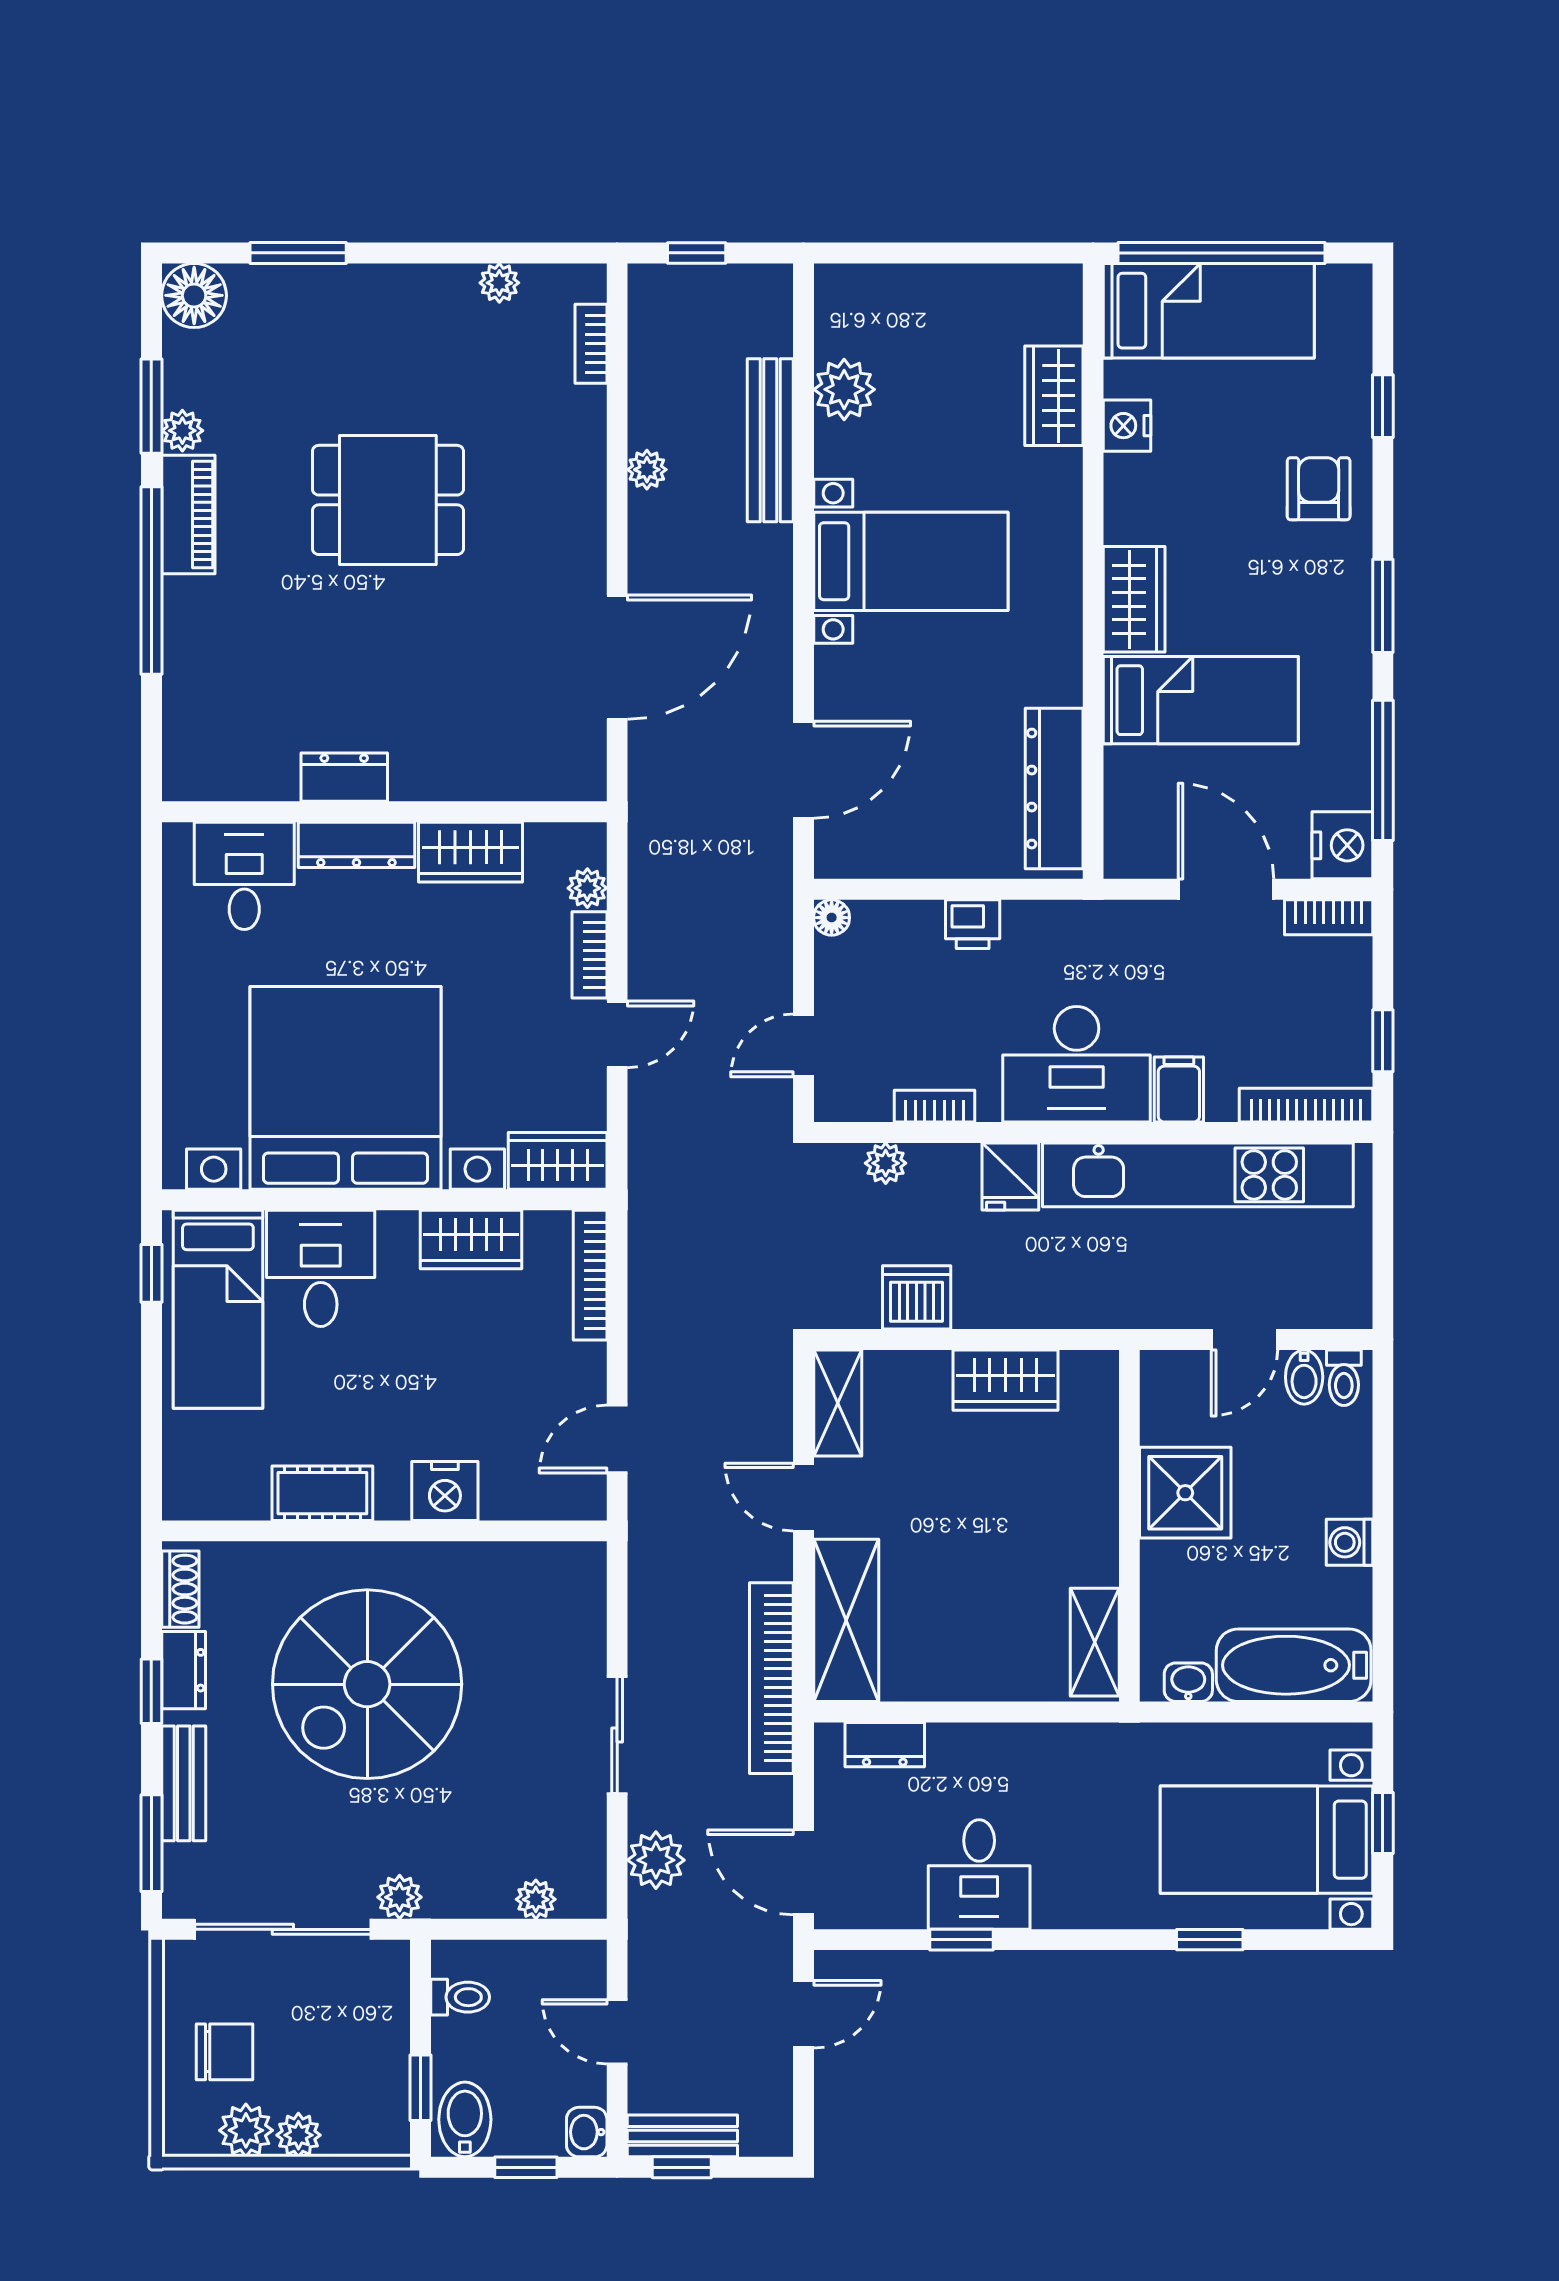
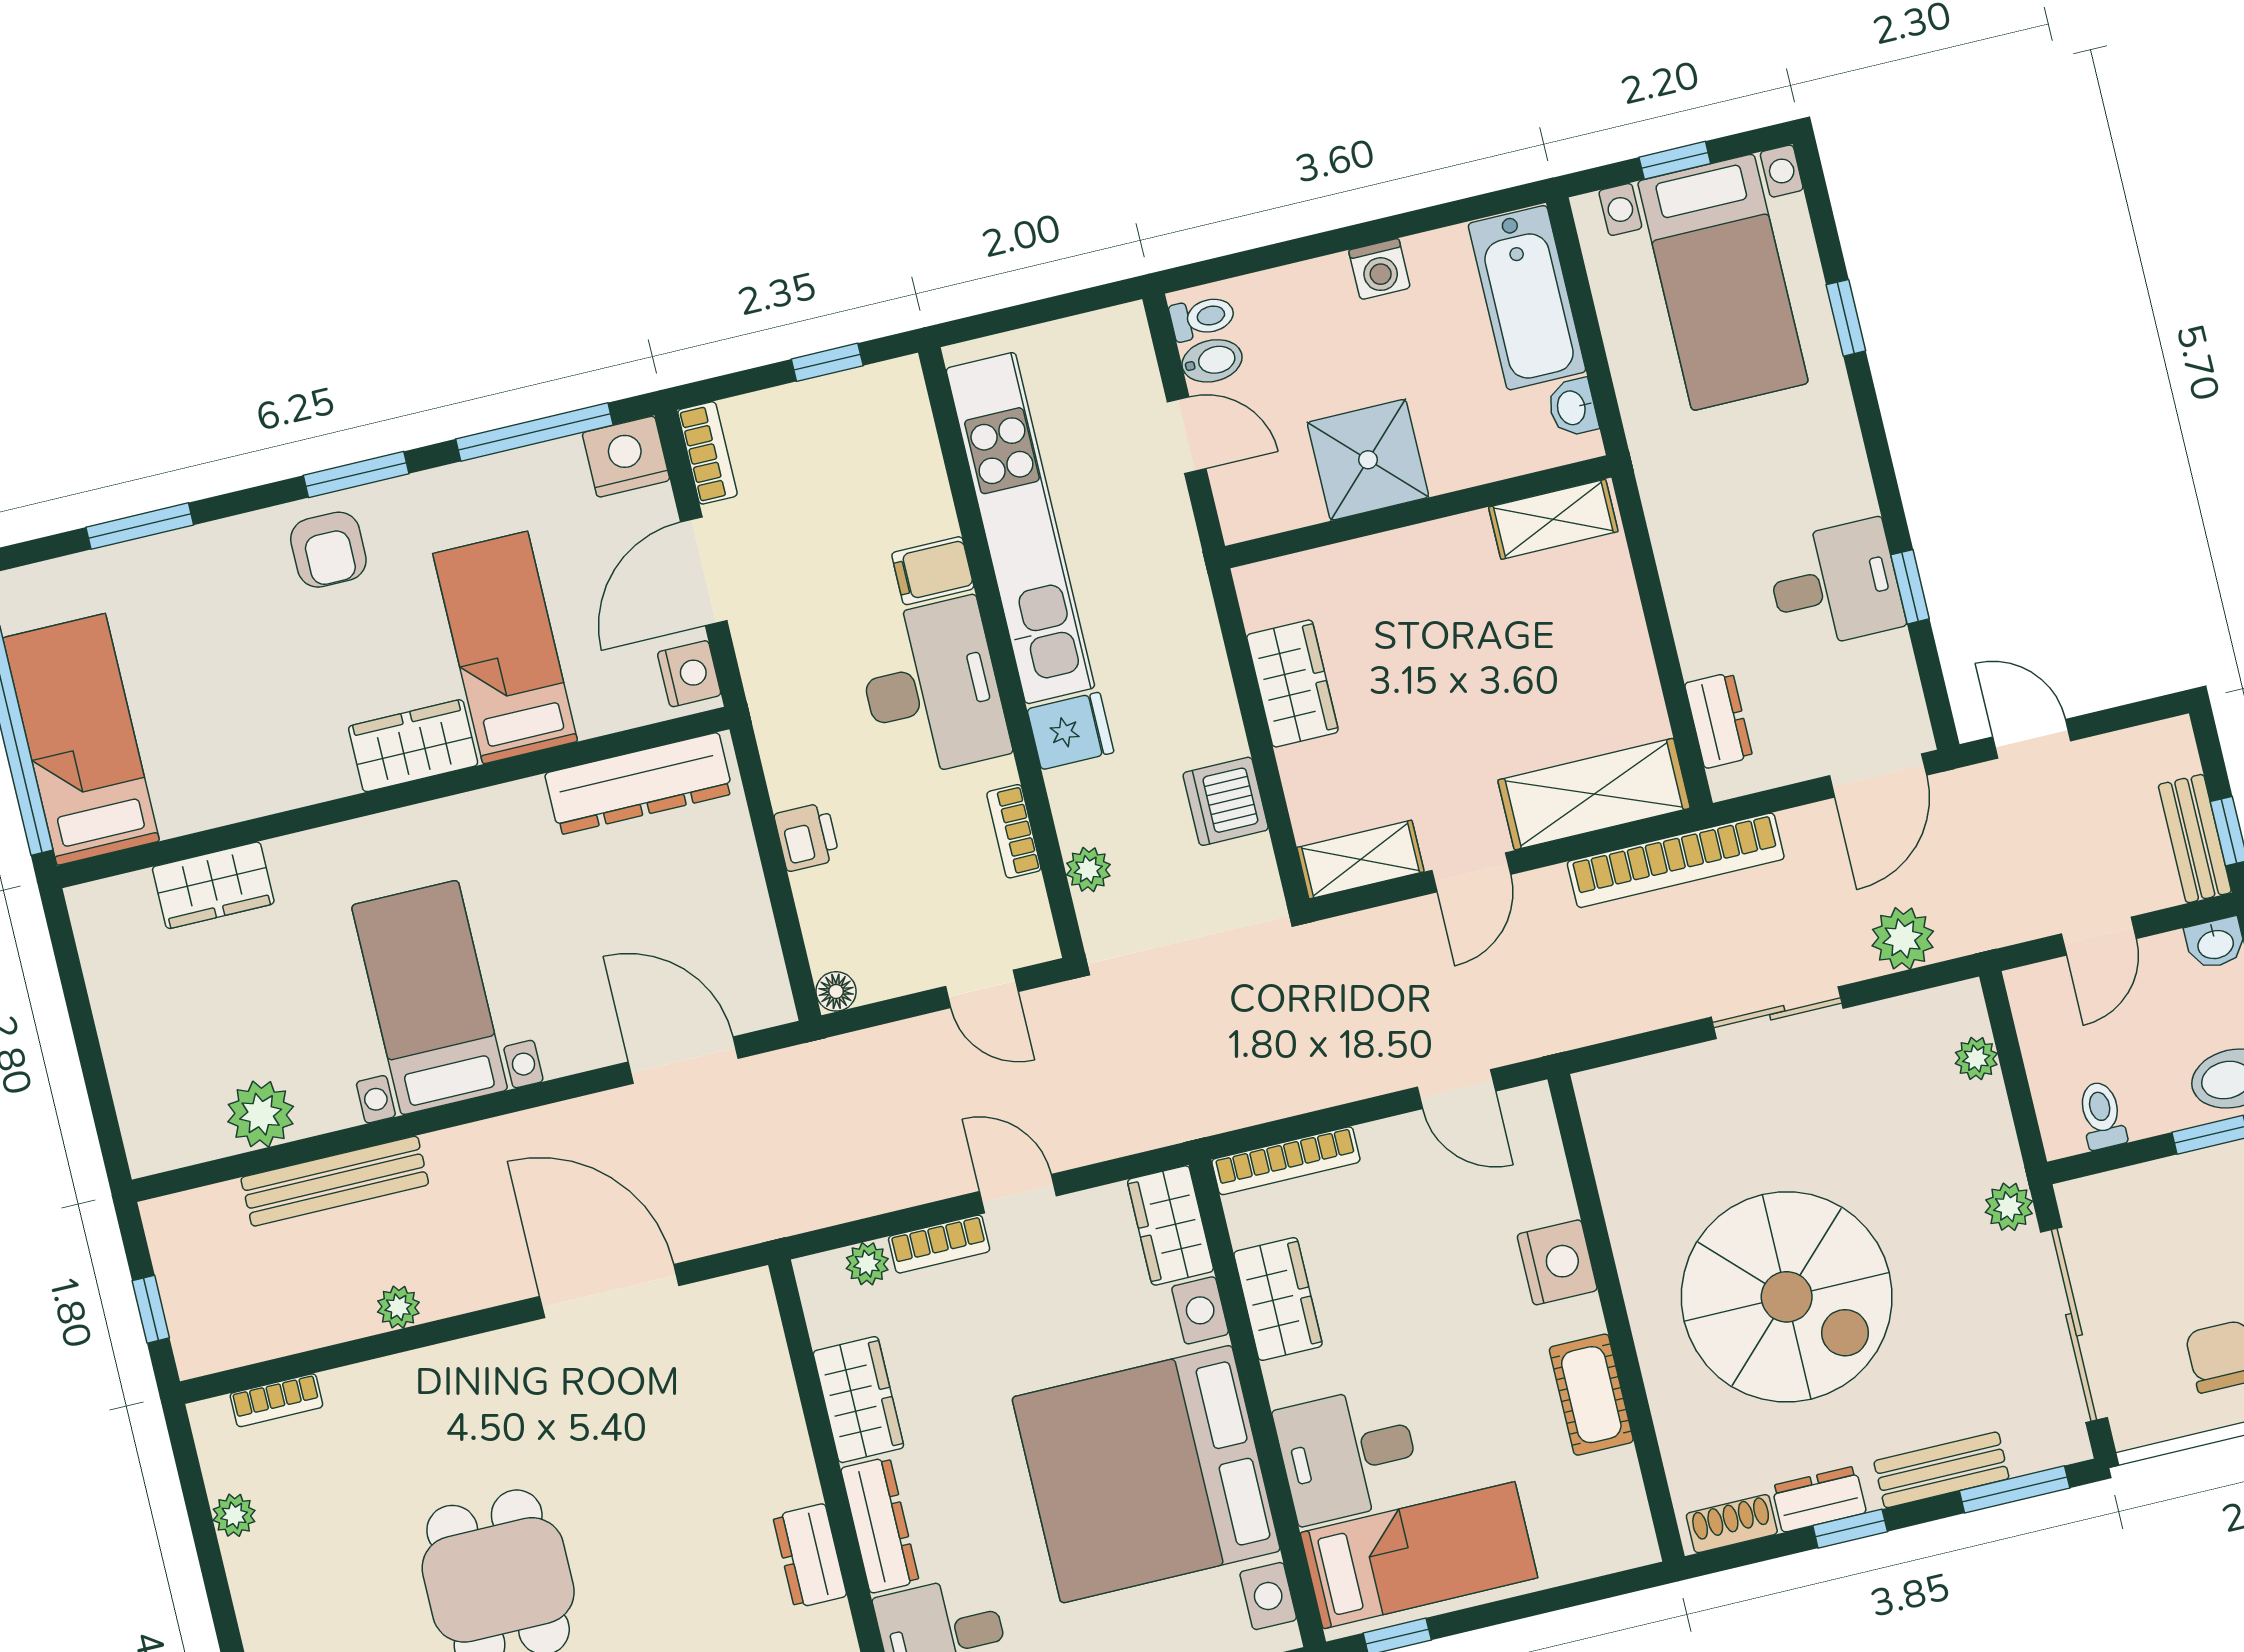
window: (1383, 406) -> (140, 526), width x1.50
nightstand: (1127, 426) -> (689, 674), moved, turned -90
armchair: (1319, 489) -> (328, 550), moved, turned -90
bookcase: (1306, 1105) -> (917, 429), removed

